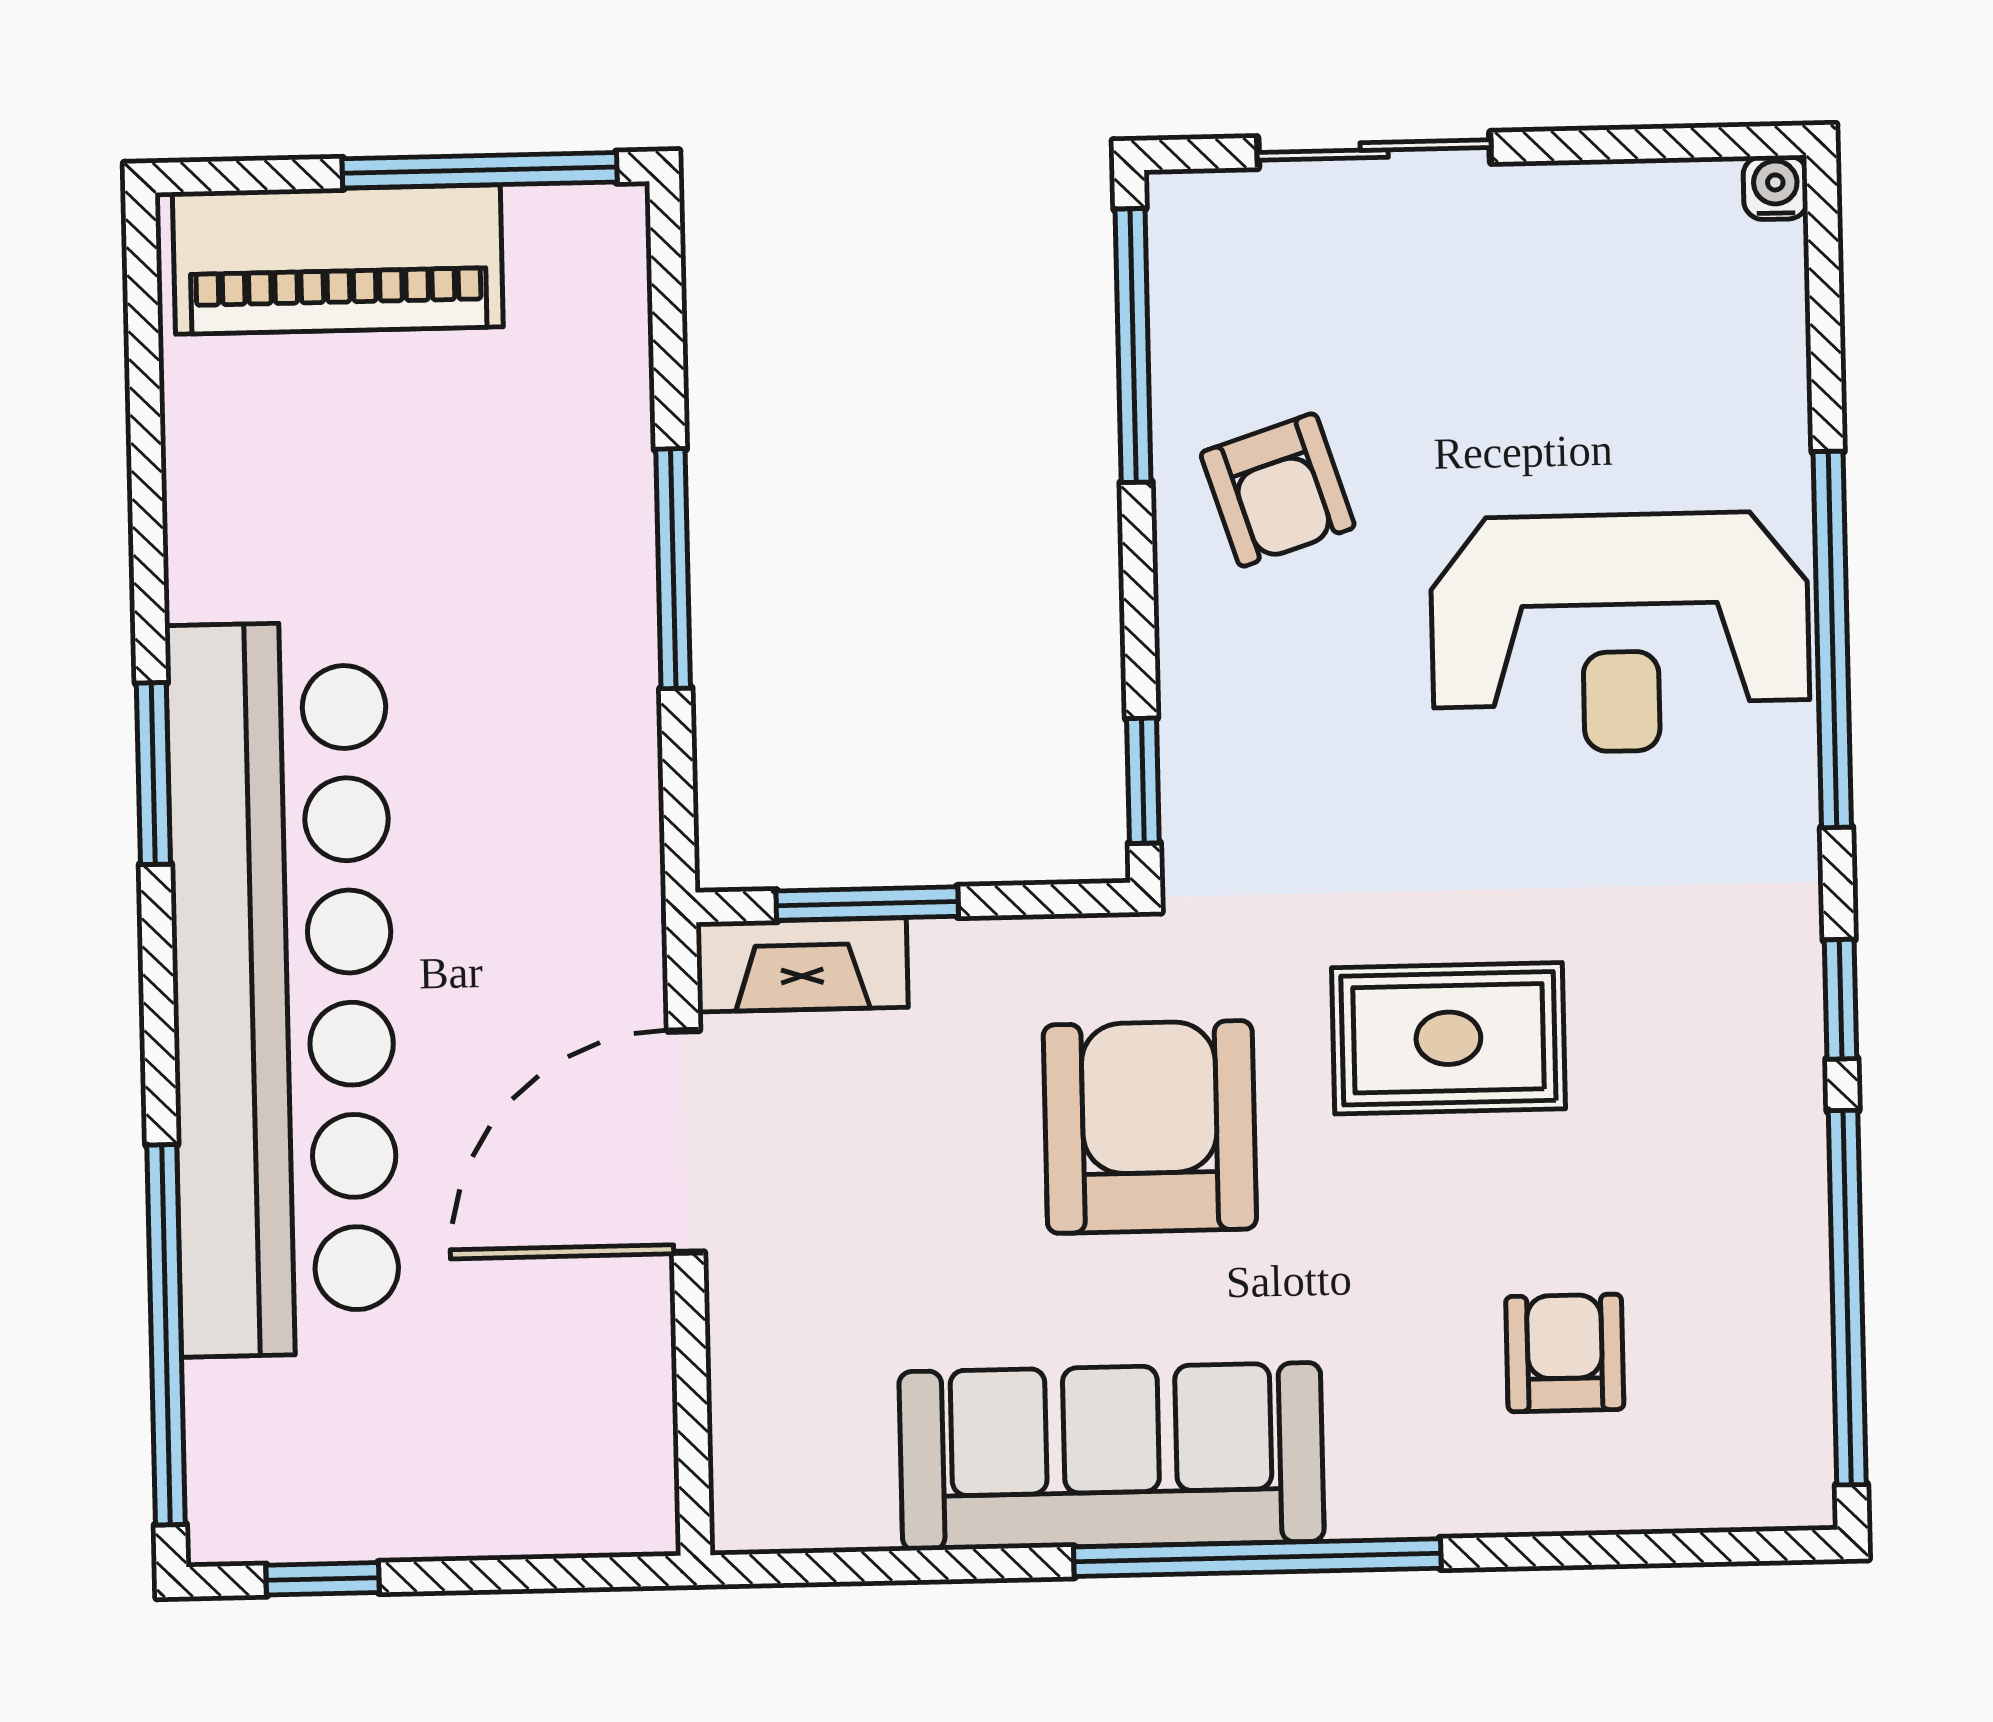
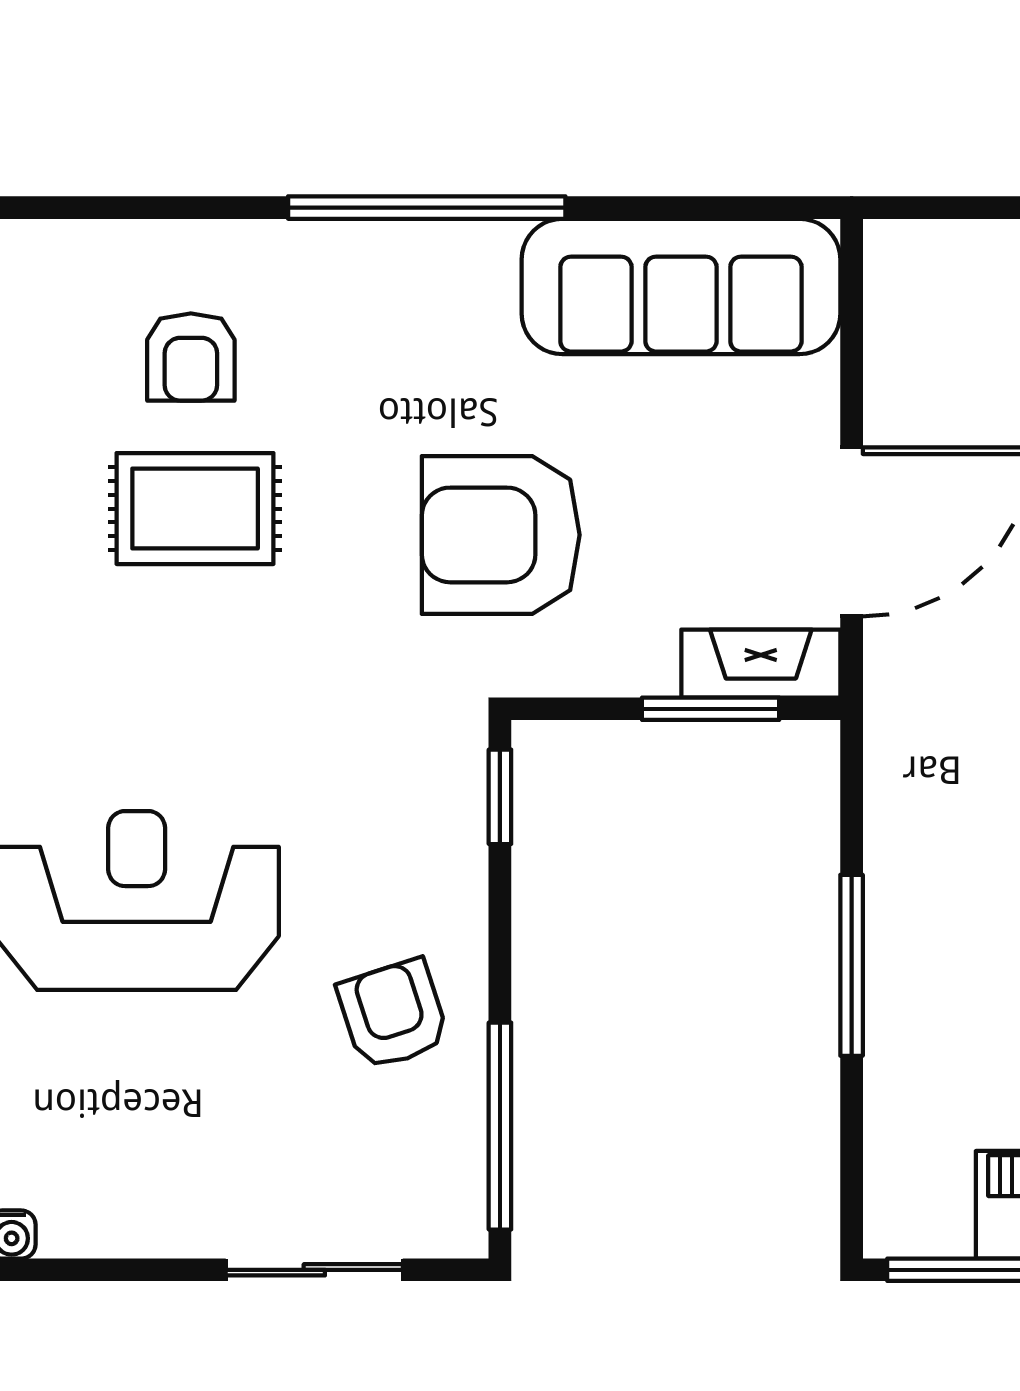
rug: (1448, 1038) -> (195, 509), moved
armchair: (1150, 1127) -> (501, 535), turned 90
sofa: (1112, 1456) -> (681, 286), moved

